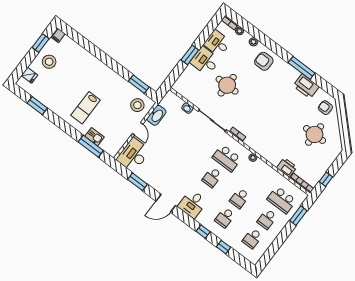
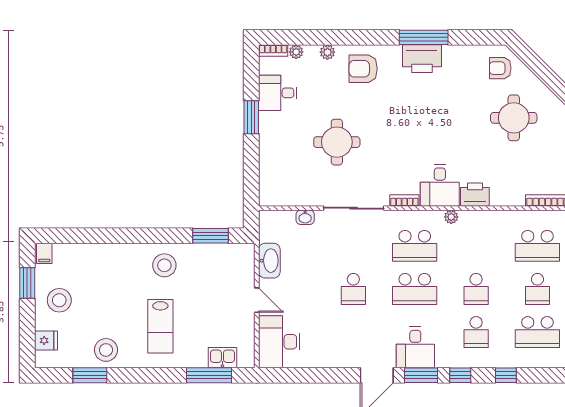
window: (190, 55) -> (251, 117), moved
desk: (205, 61) -> (440, 185), moved, turned -90
printer: (306, 86) -> (422, 59), moved
stool: (53, 100) -> (106, 350), added
stool: (137, 105) -> (164, 265), moved
kitchen sink: (95, 137) -> (222, 358), moved
school desk: (185, 157) -> (353, 289), added
printer: (287, 167) -> (475, 195), moved
school desk: (212, 177) -> (415, 289), width x1.85
window: (138, 182) -> (421, 375), moved
school desk: (252, 238) -> (537, 332), width x1.85

